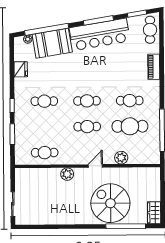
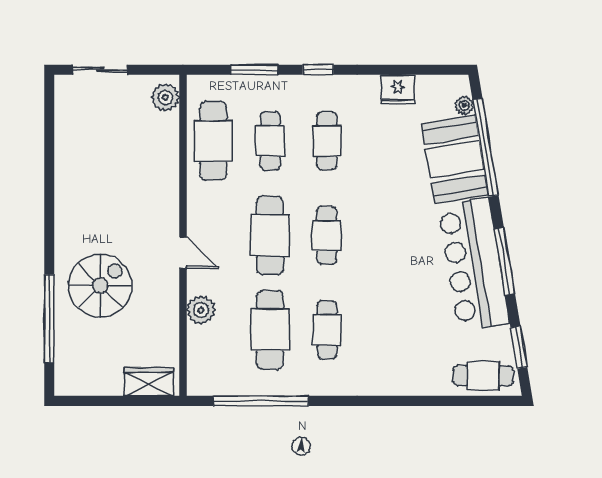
piano: (154, 67) -> (401, 383), removed
cafe table: (44, 127) -> (270, 141), added
cafe table: (87, 127) -> (270, 235), width x1.37, depth x1.35
cafe table: (45, 153) -> (213, 141), width x1.37, depth x1.35
plant: (67, 174) -> (165, 97), moved
spiral stairs: (110, 203) -> (100, 286), width x0.73, depth x0.73
wardrobe: (154, 213) -> (149, 382), moved

